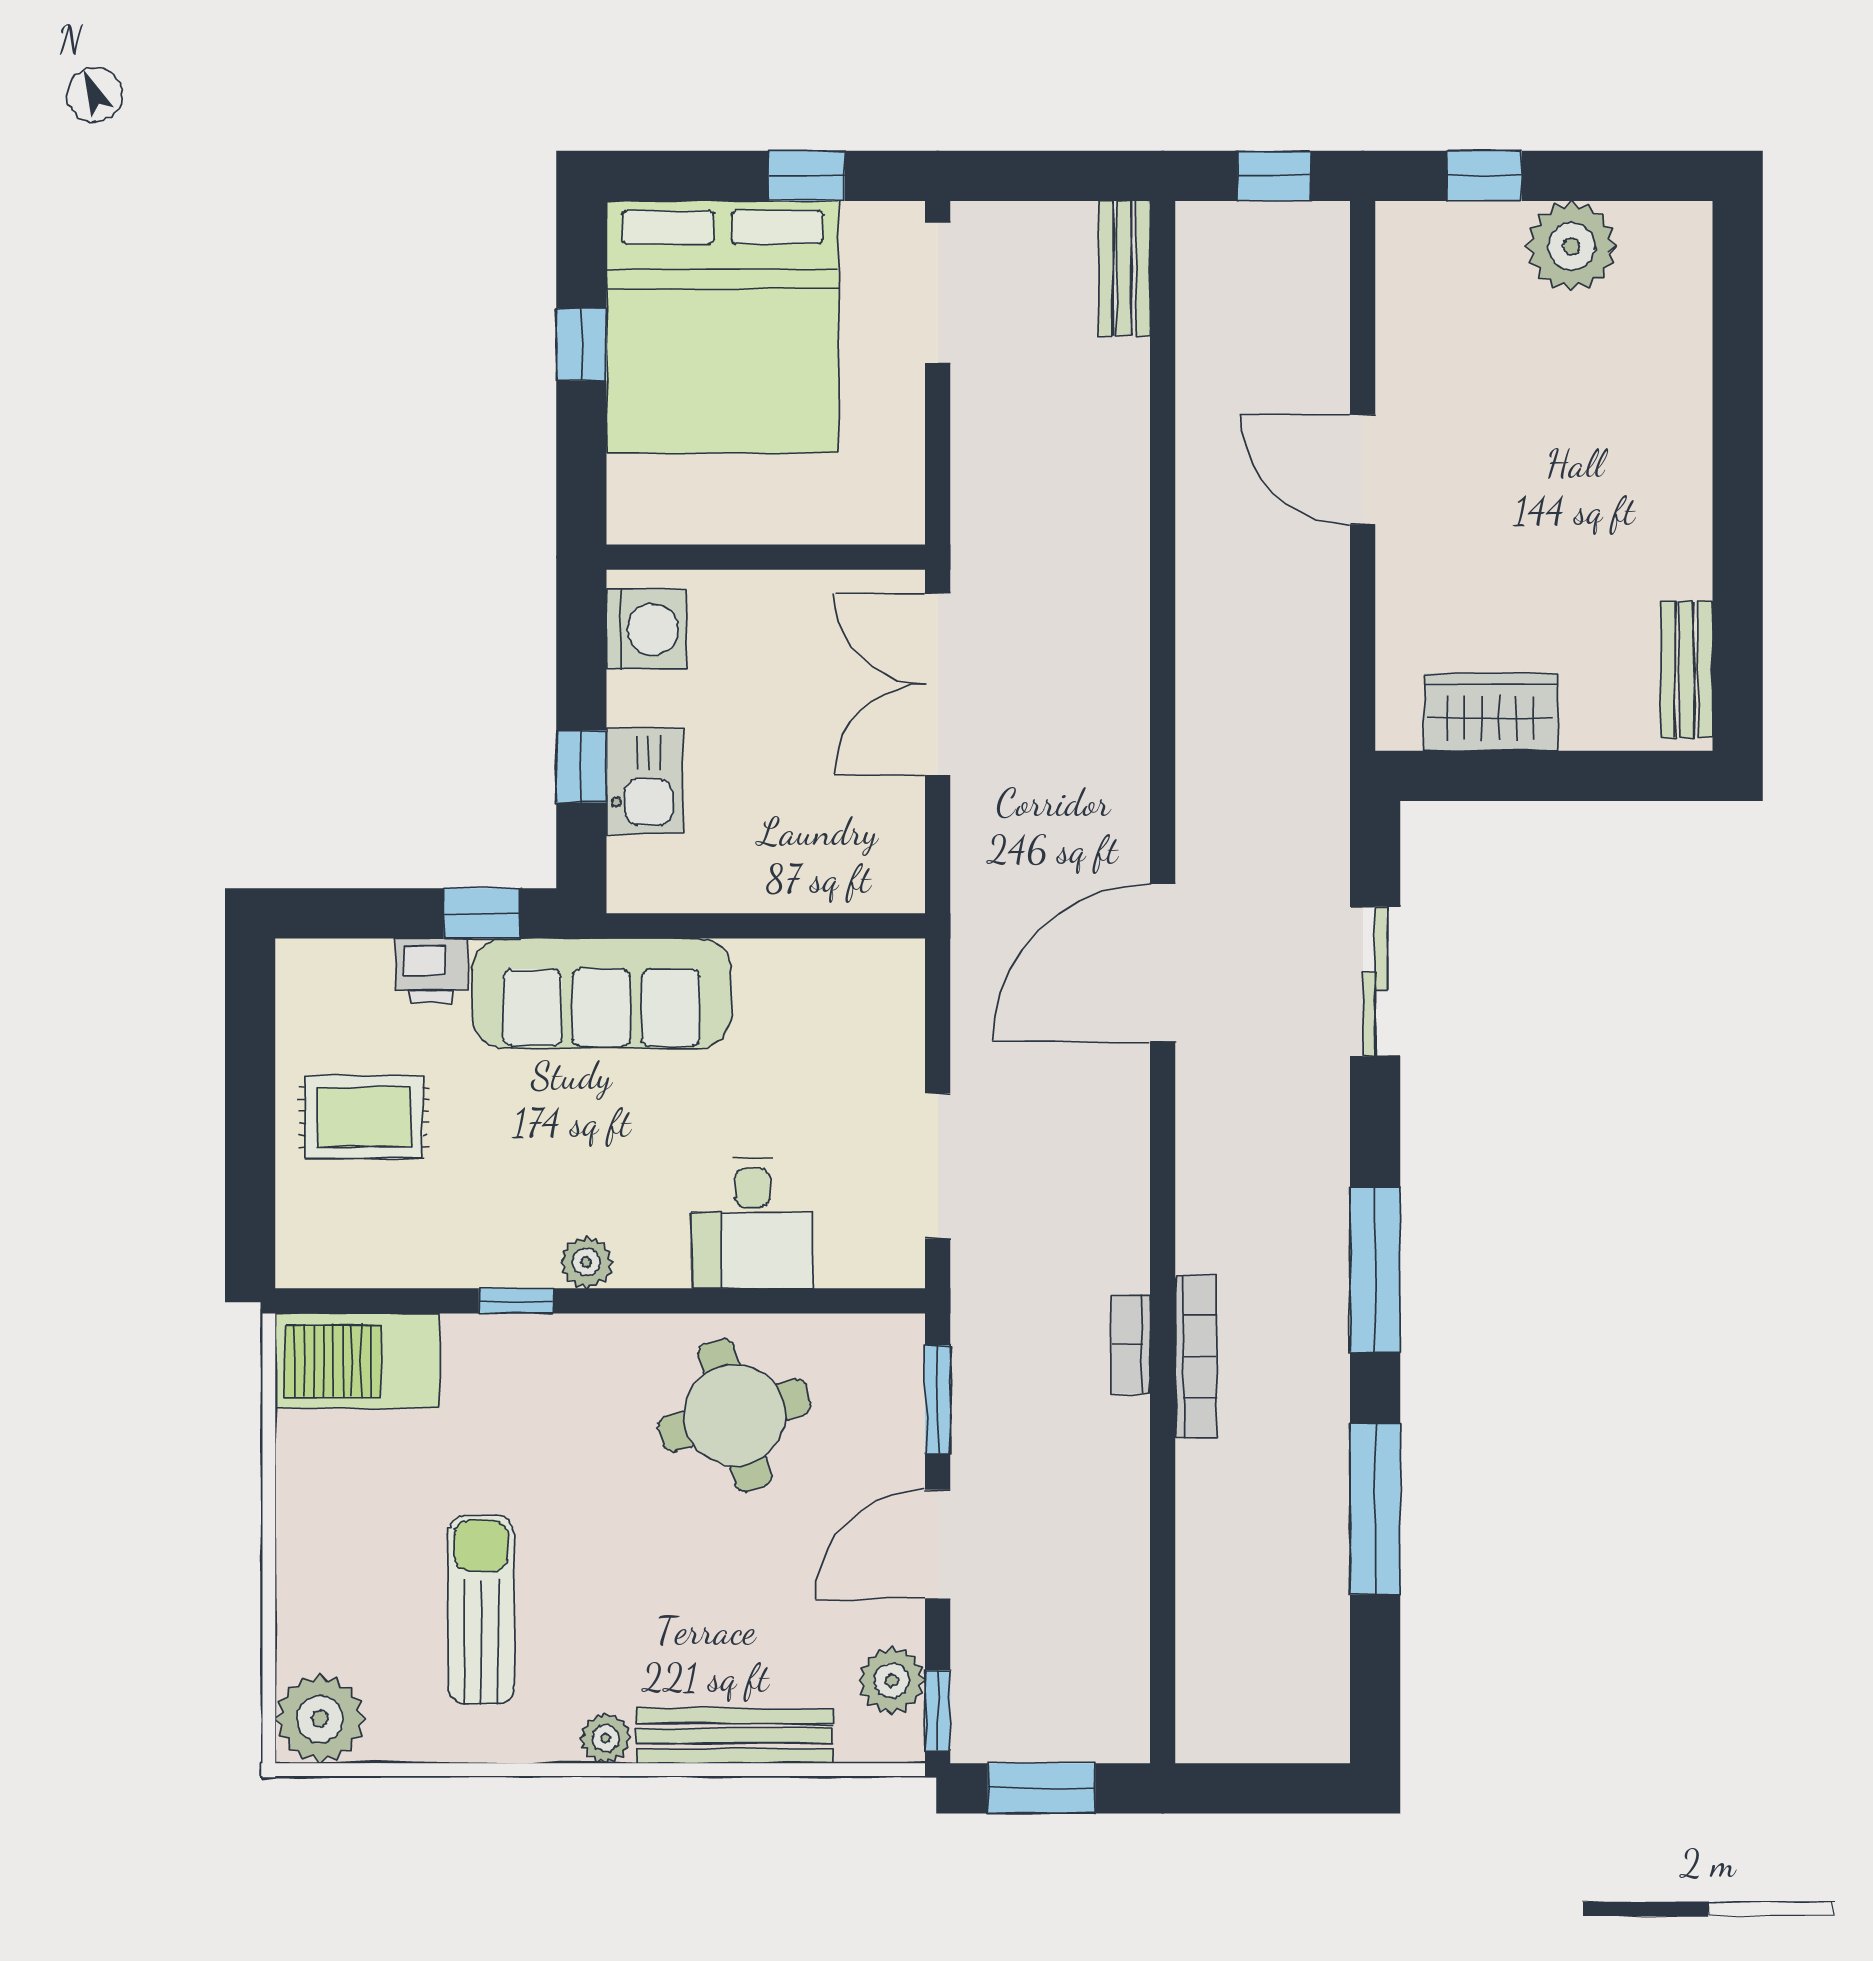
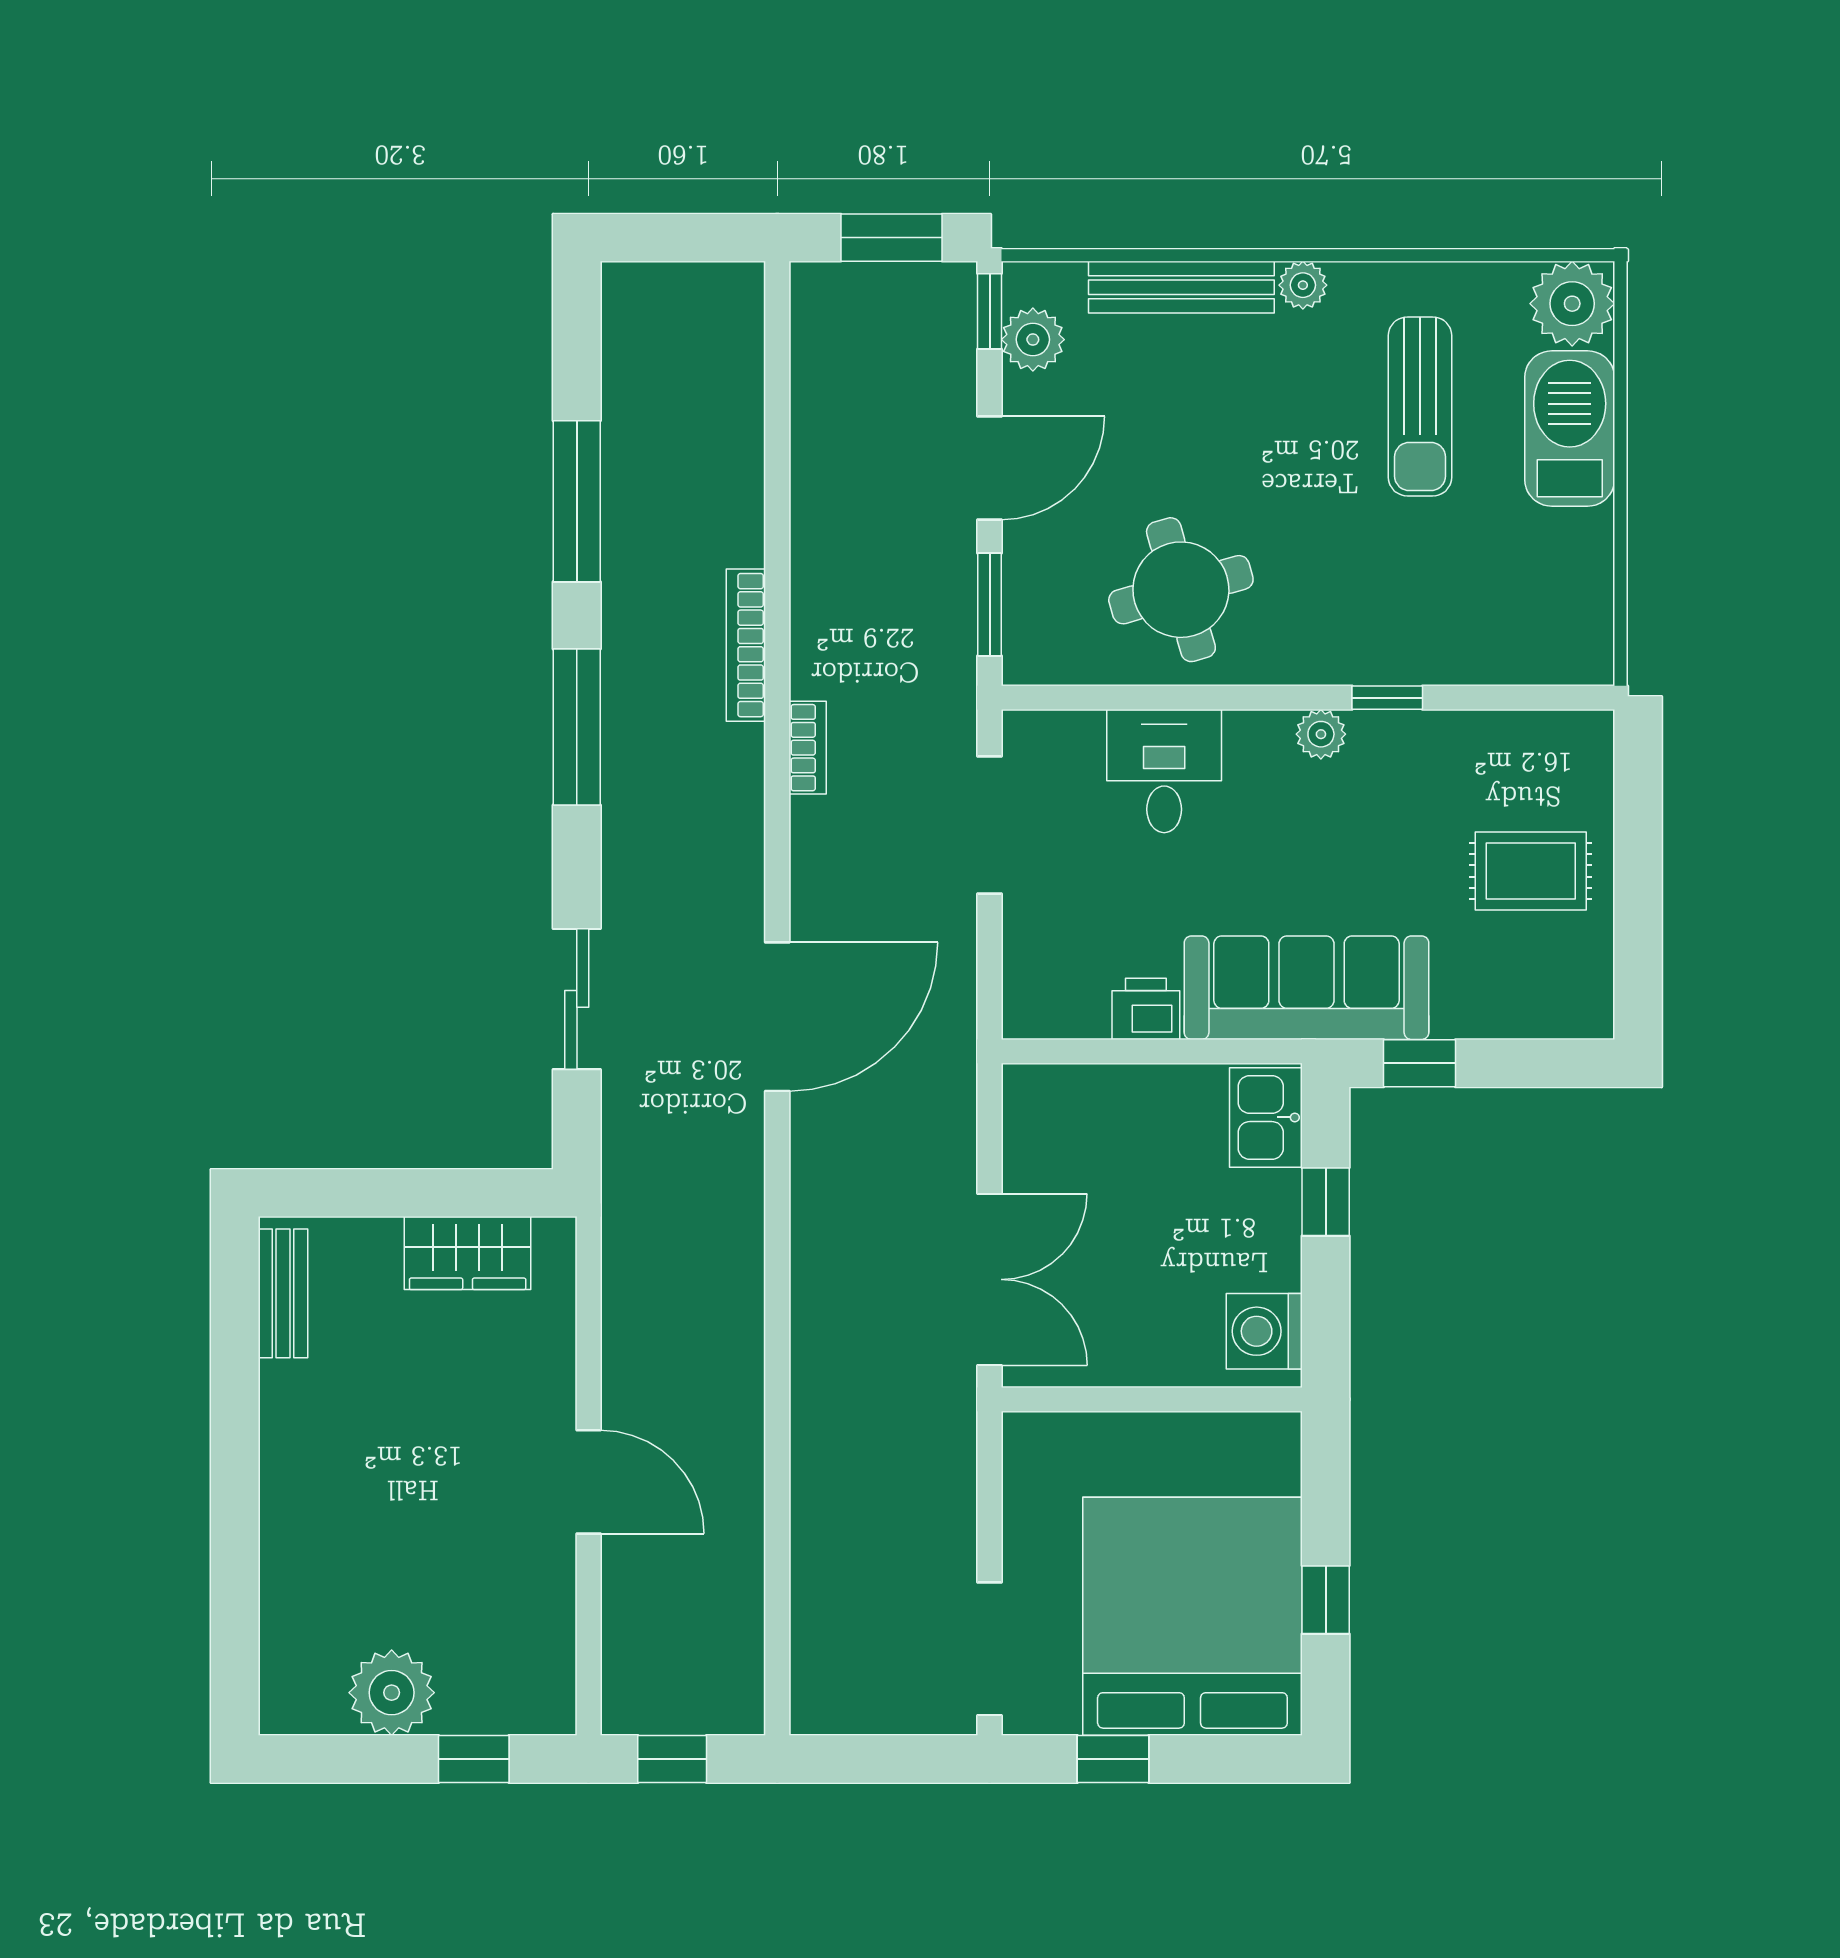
bench: (1124, 268) -> (813, 1672), removed
kitchen sink: (645, 781) -> (1266, 1117), moved
printer: (431, 971) -> (1146, 1009), moved
bookcase: (1130, 1344) -> (808, 748), moved
barbecue: (358, 1361) -> (1570, 429), moved, turned -90

